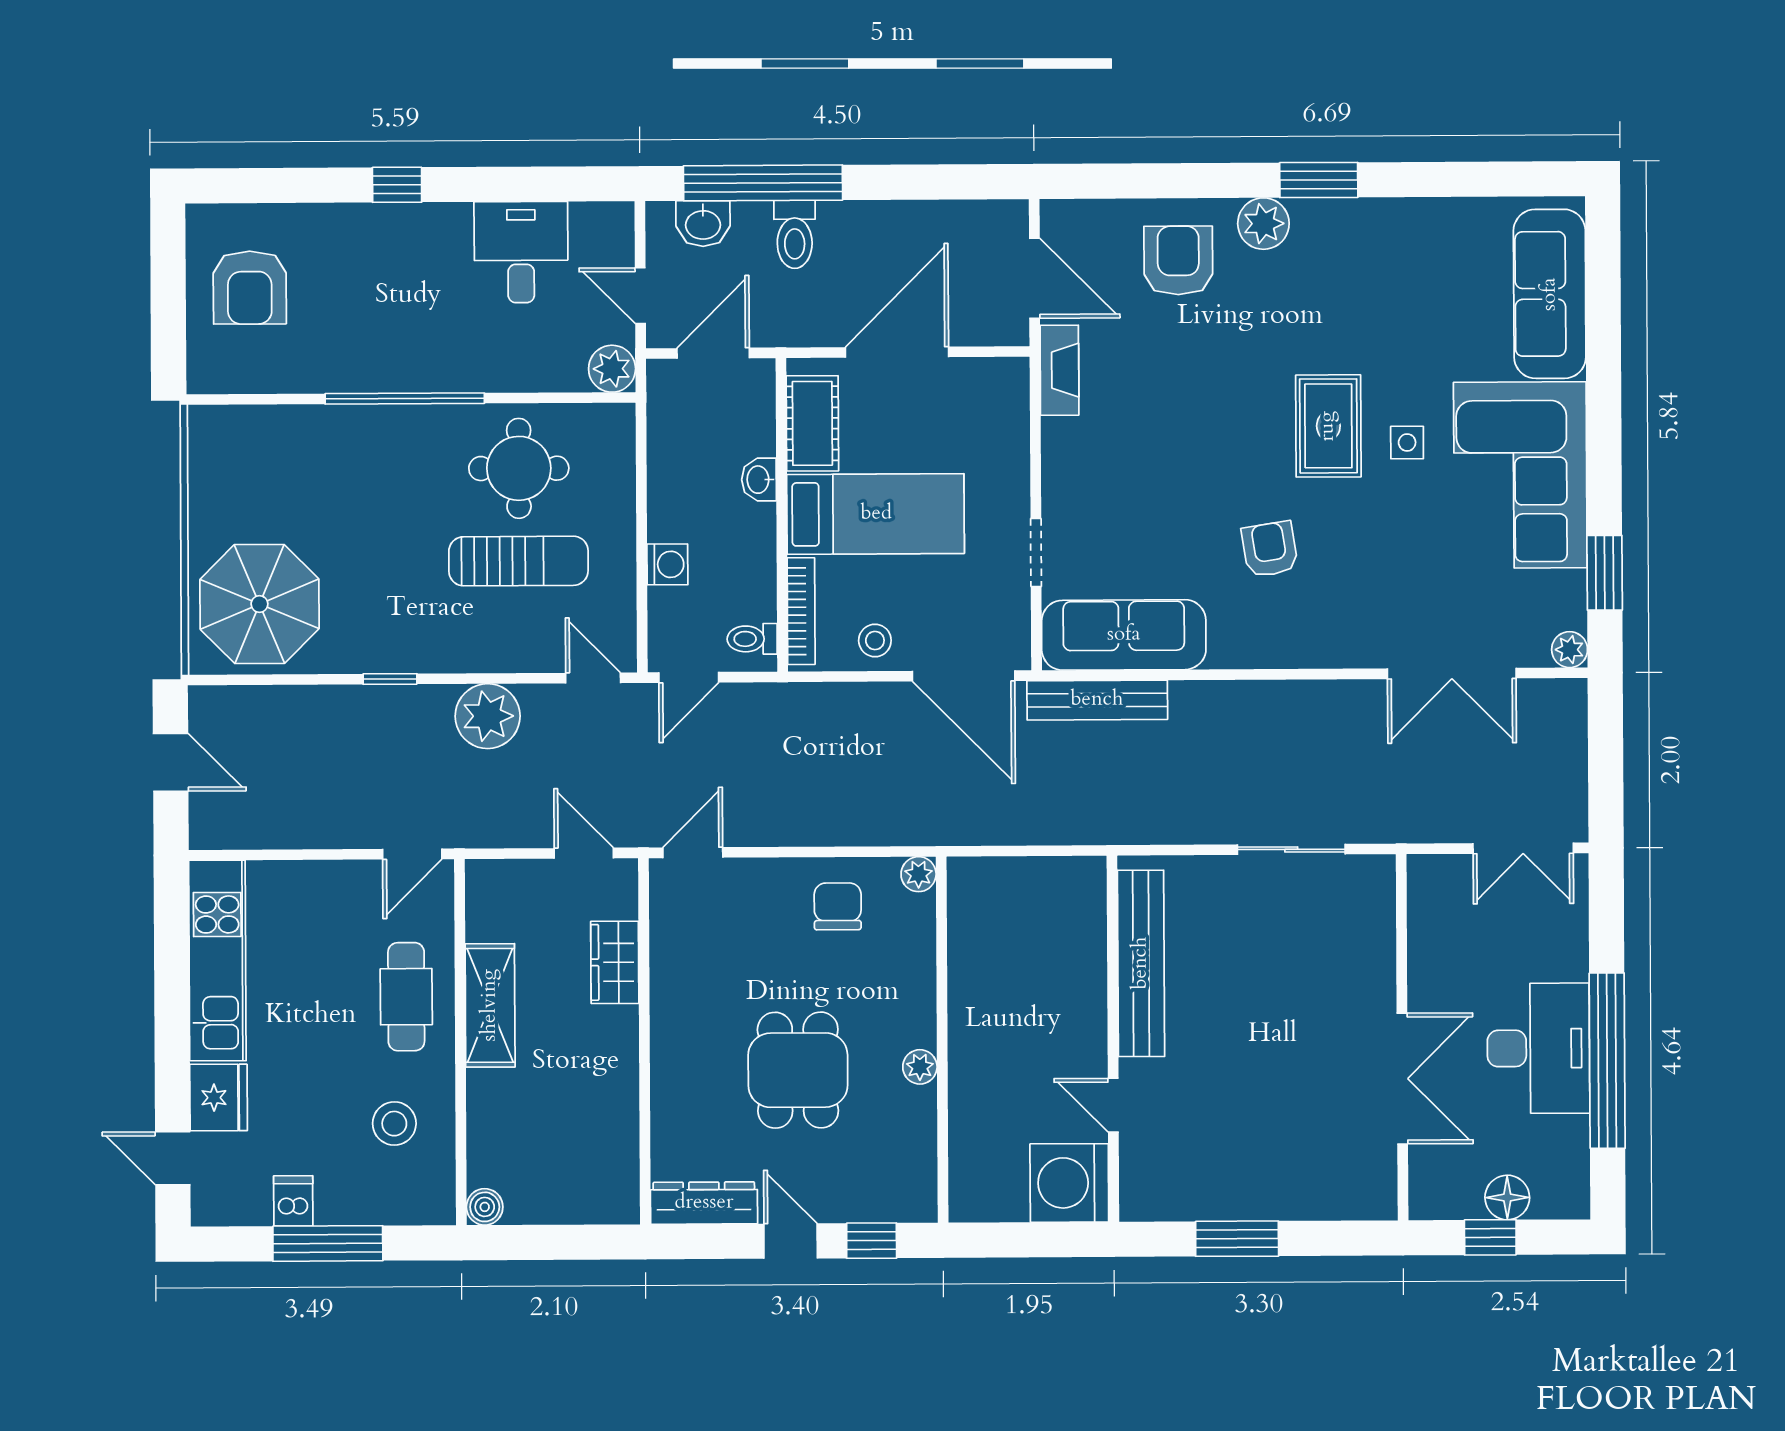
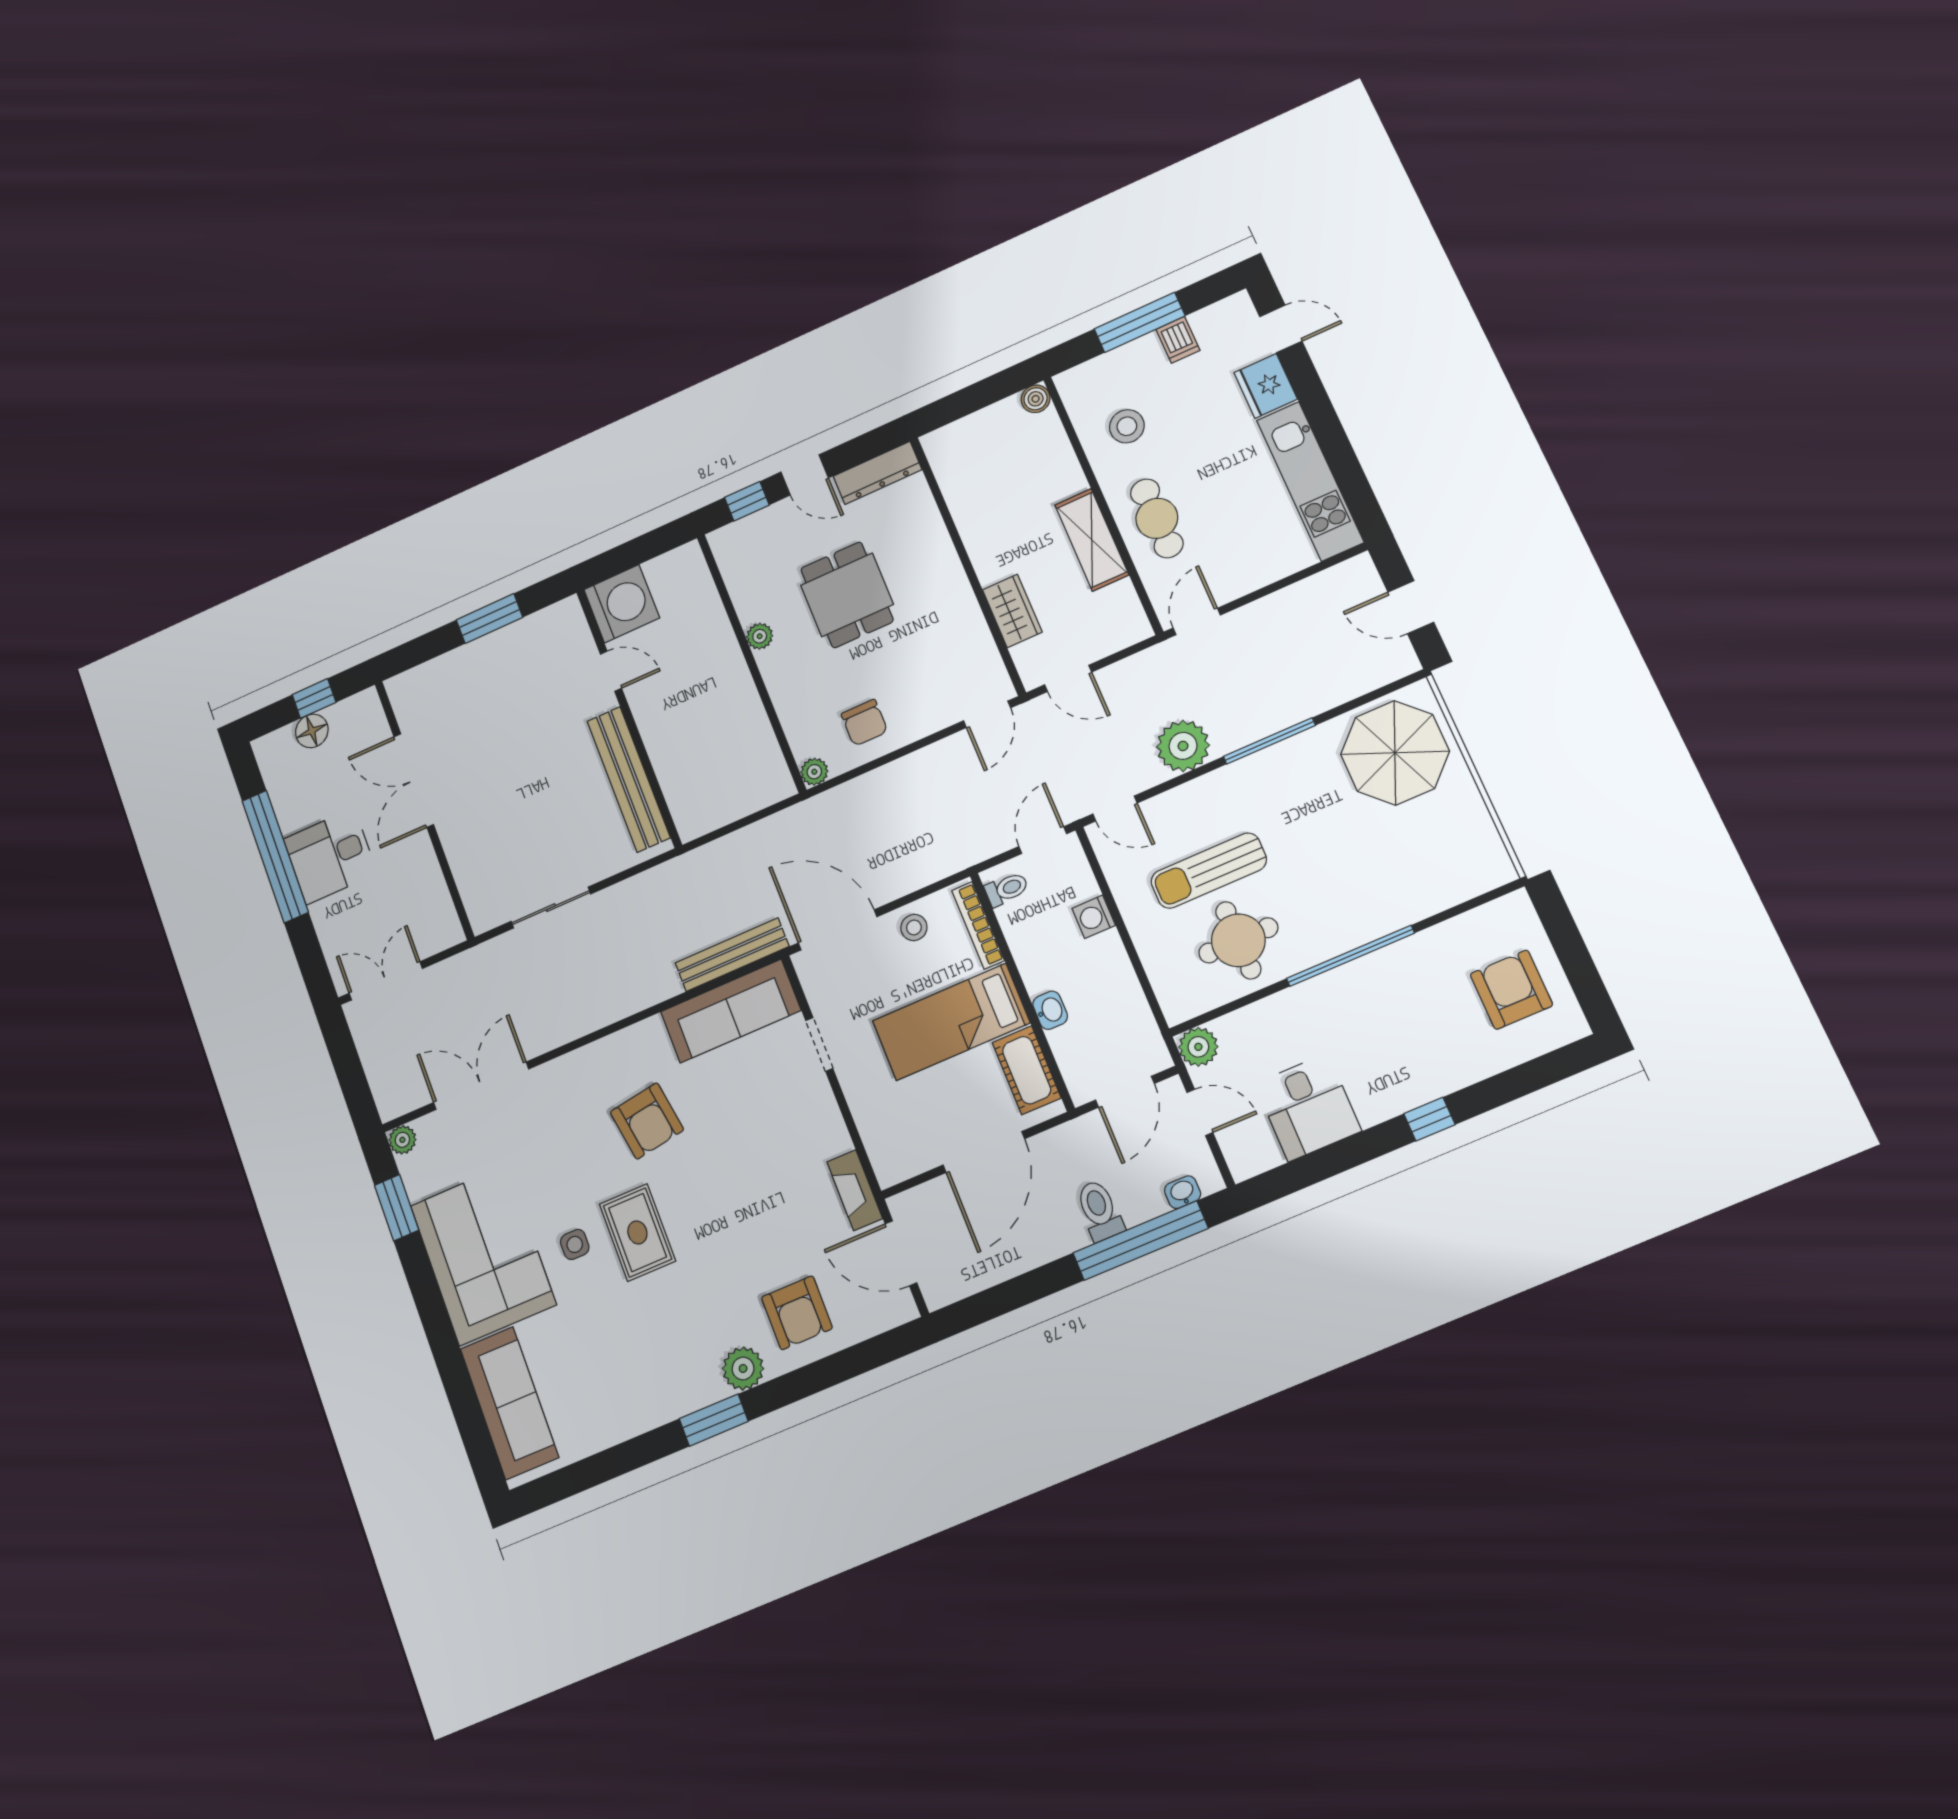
washbasin: (703, 224) -> (1183, 1192), width x0.72, depth x0.69
armchair: (1270, 549) -> (647, 1121), width x1.38, depth x1.38
window: (390, 679) -> (1269, 741), width x2.17
desk: (1538, 1048) -> (330, 856), width x0.73

